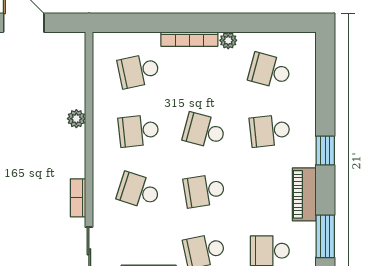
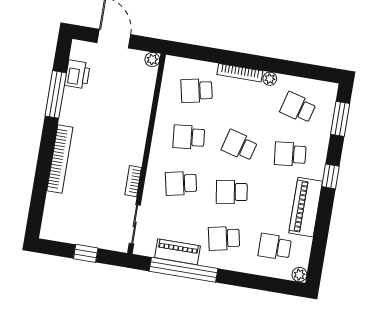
plant: (76, 119) -> (152, 60), moved
school desk: (139, 191) -> (181, 183), turned -30
piano: (304, 194) -> (306, 207), width x1.37, depth x1.33
window: (325, 236) -> (340, 119), moved

